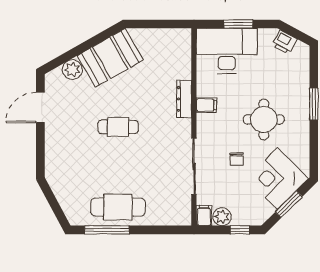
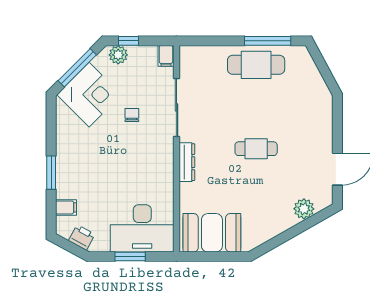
booth: (110, 58) -> (212, 233), moved, turned 30
dresser: (184, 99) -> (187, 162), moved
filing cabinet: (206, 105) -> (66, 207), moved, turned 180
round table: (264, 119) -> (103, 157), removed
window: (289, 204) -> (77, 68), width x1.44
plant: (222, 217) -> (118, 55), moved

